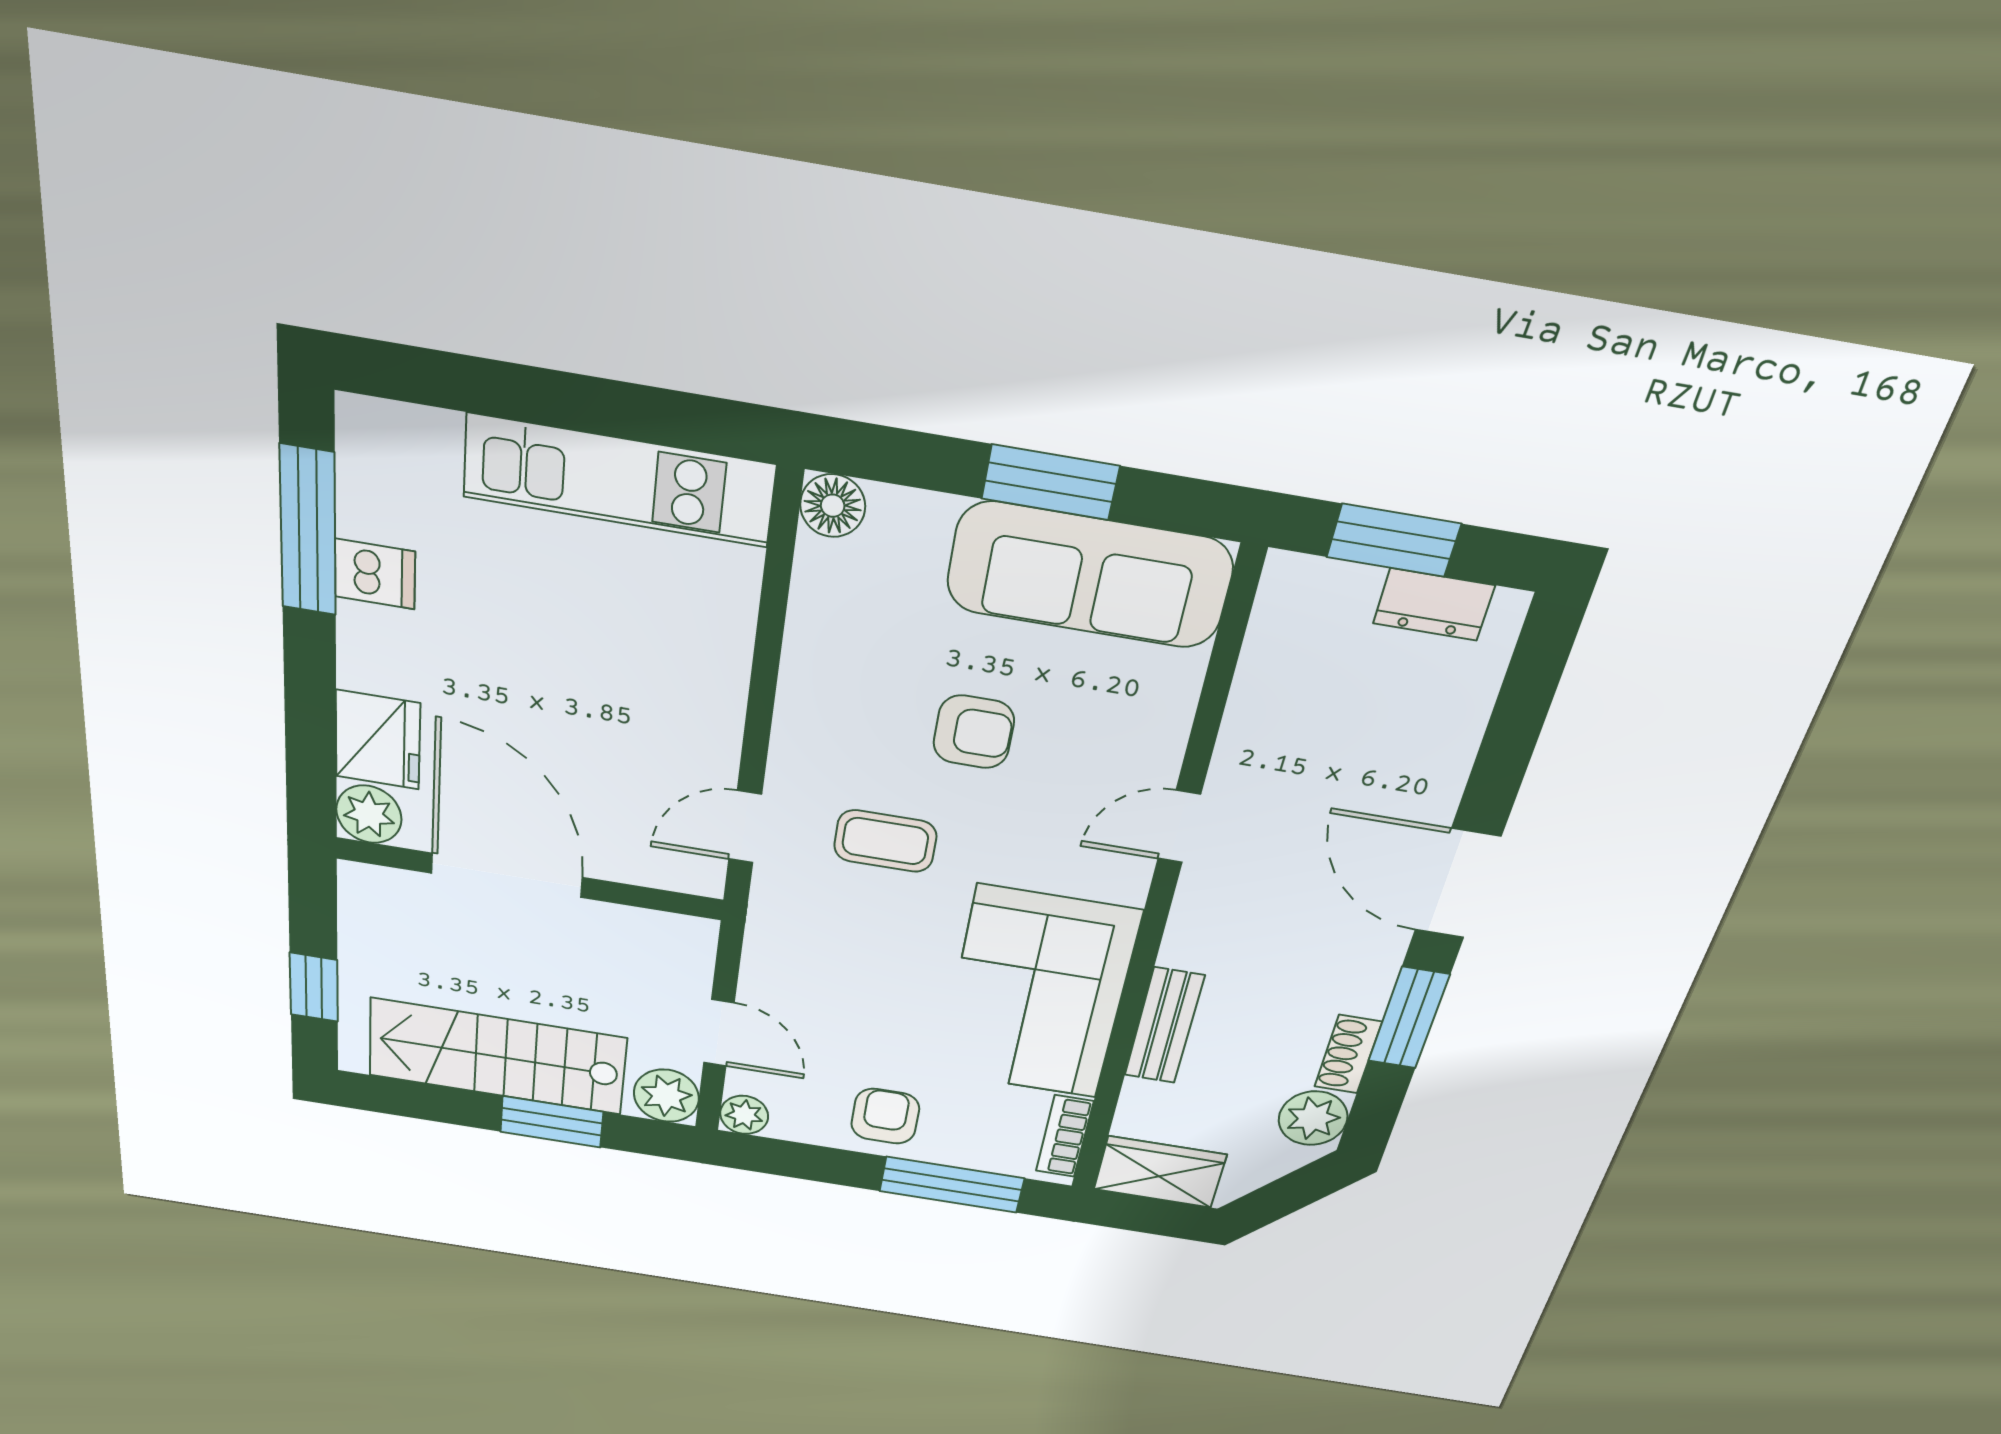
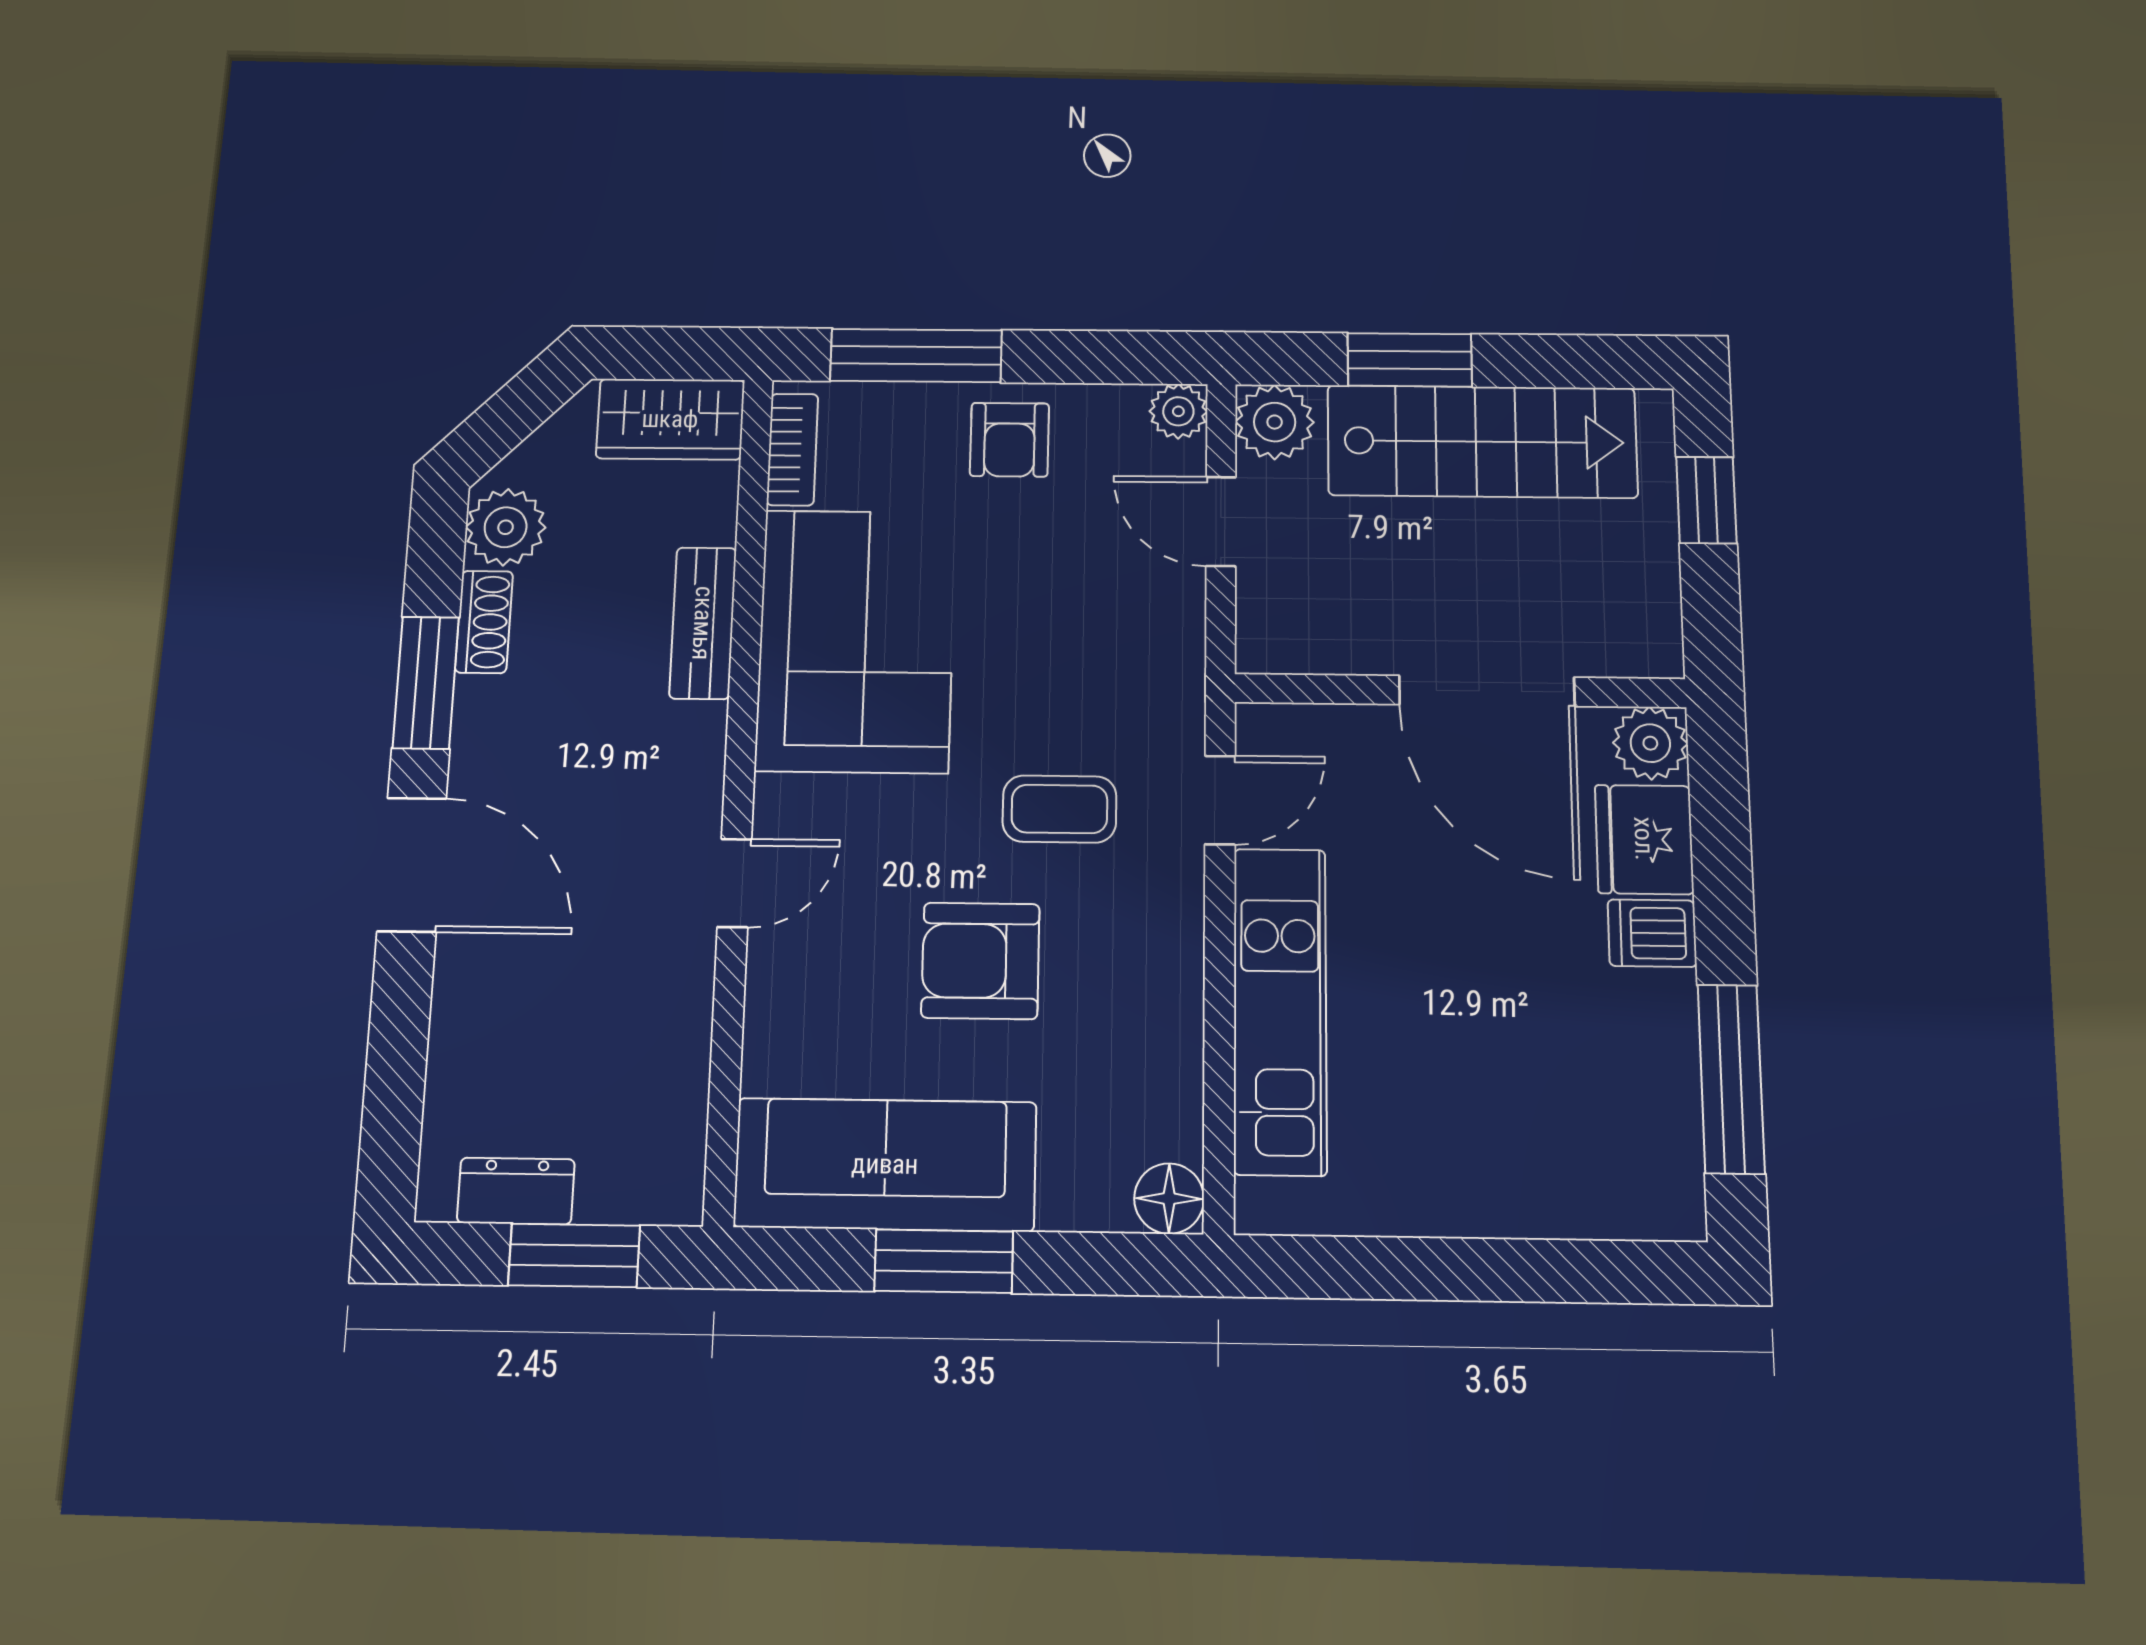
kitchen unit: (619, 481) -> (1280, 1010), moved, turned 90
dishwasher: (375, 574) -> (1652, 933), moved
armchair: (974, 732) -> (980, 961), width x1.38, depth x1.38

